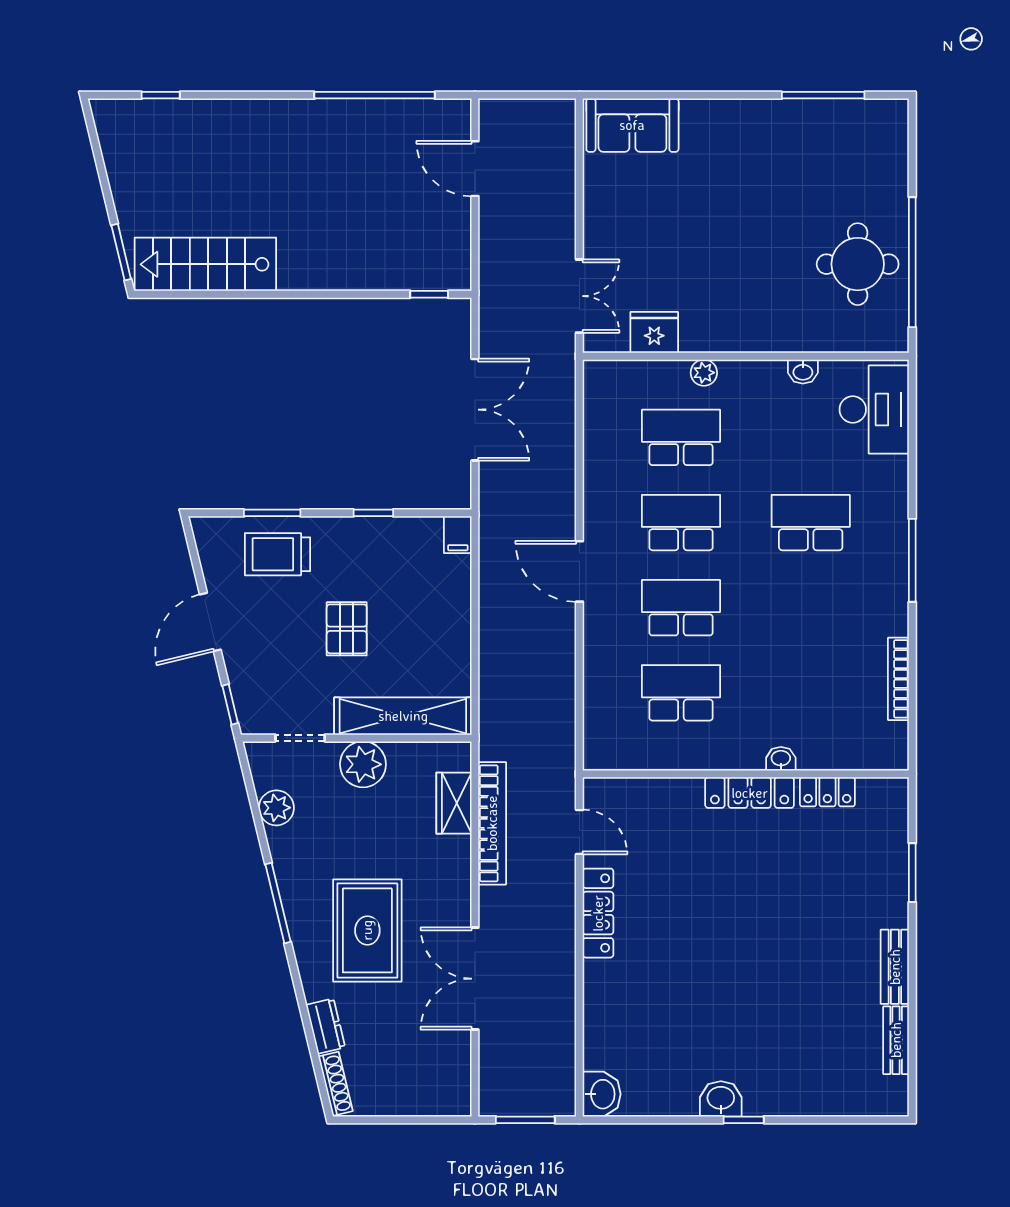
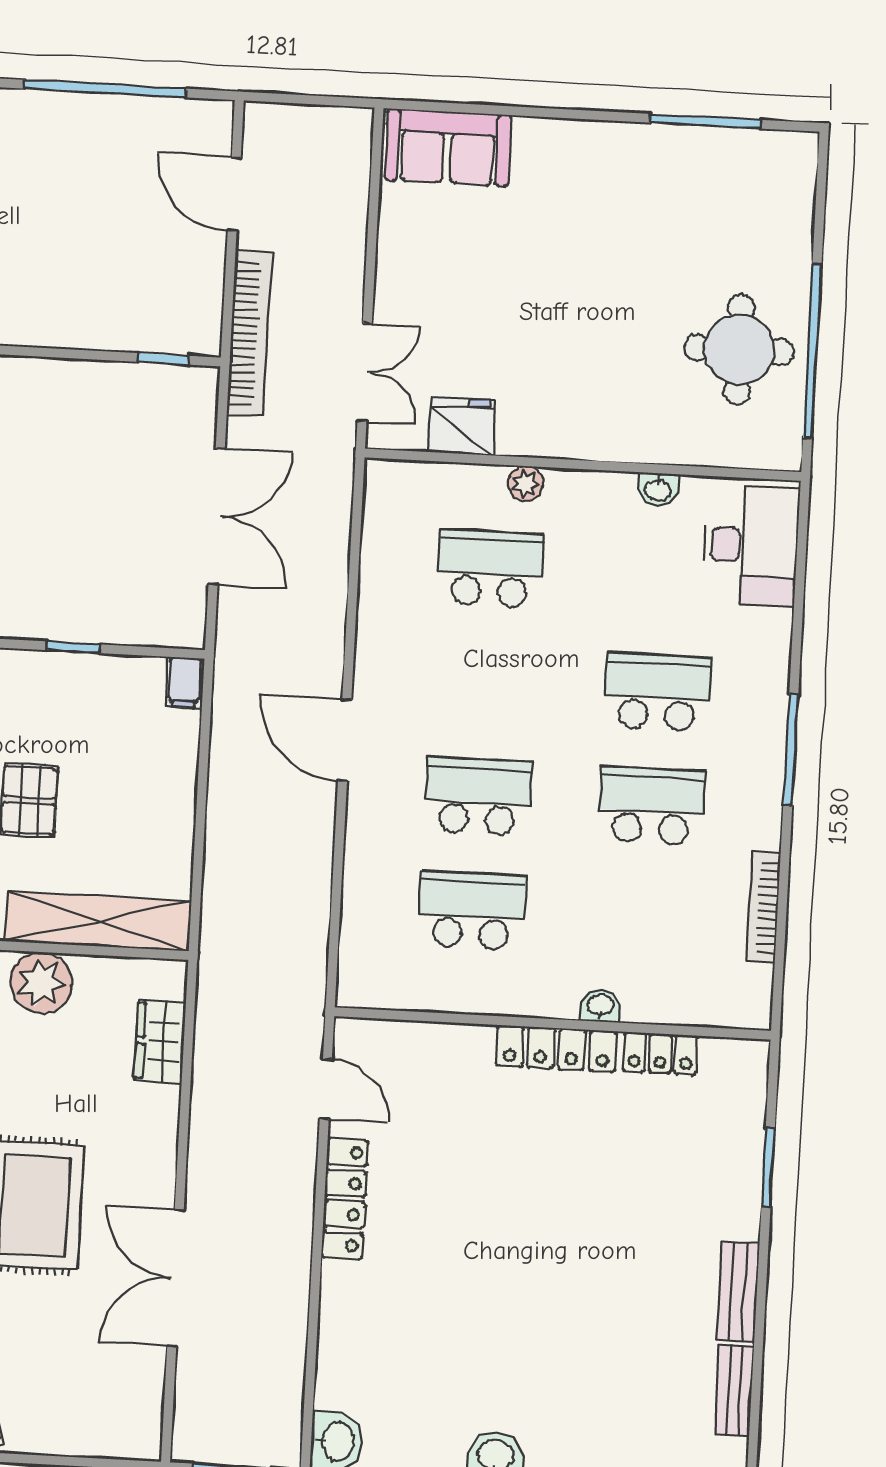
school desk: (681, 523) -> (651, 806), moved
bookcase: (492, 823) -> (250, 333), moved

